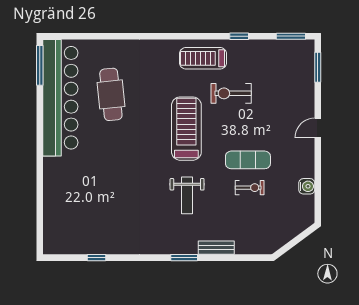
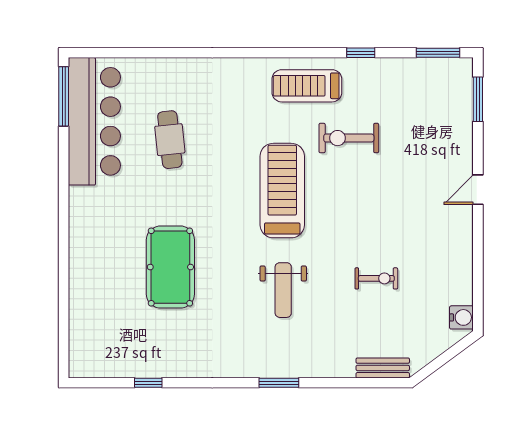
cafe table: (111, 94) -> (170, 140), width x0.73, depth x0.74
bar counter: (60, 98) -> (94, 121), width x0.73
exercise mat: (248, 160) -> (374, 237), removed
pool table: (111, 180) -> (170, 267), added
water cooler: (307, 186) -> (461, 317), moved
bench: (216, 248) -> (383, 368), moved

